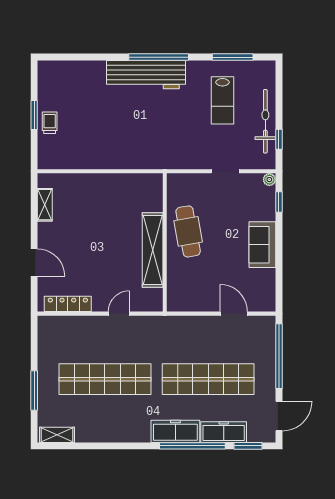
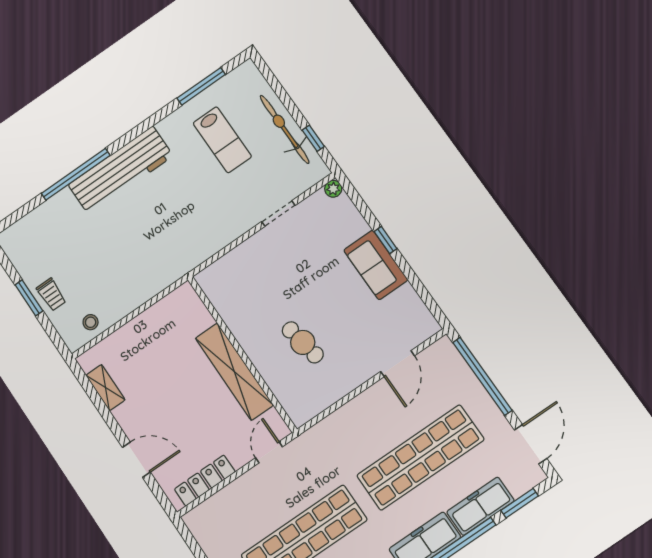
window: (159, 57) -> (76, 174), moved
trolley: (50, 123) -> (51, 295), turned 180
stool: (63, 157) -> (91, 322), added
window: (279, 202) -> (385, 240), moved
cafe table: (188, 231) -> (303, 342), moved, width x0.73, depth x0.74
wall: (165, 242) -> (242, 354), moved
shelving: (153, 250) -> (234, 372), moved
door: (234, 314) -> (398, 364), swing flipped

